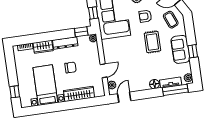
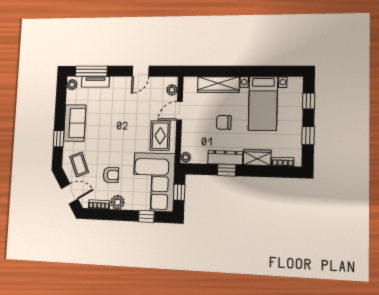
window: (81, 32) -> (227, 170), moved
rug: (152, 42) -> (160, 136), moved
window: (193, 51) -> (59, 139), moved
window: (11, 68) -> (308, 135), added
floor lamp: (154, 84) -> (116, 83), removed
door: (124, 97) -> (141, 71), moved

